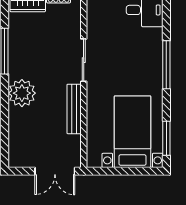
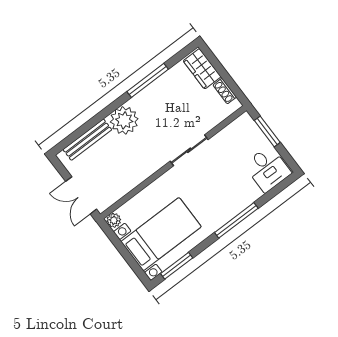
bench: (74, 109) -> (87, 140), moved
plant: (94, 160) -> (114, 220), added

